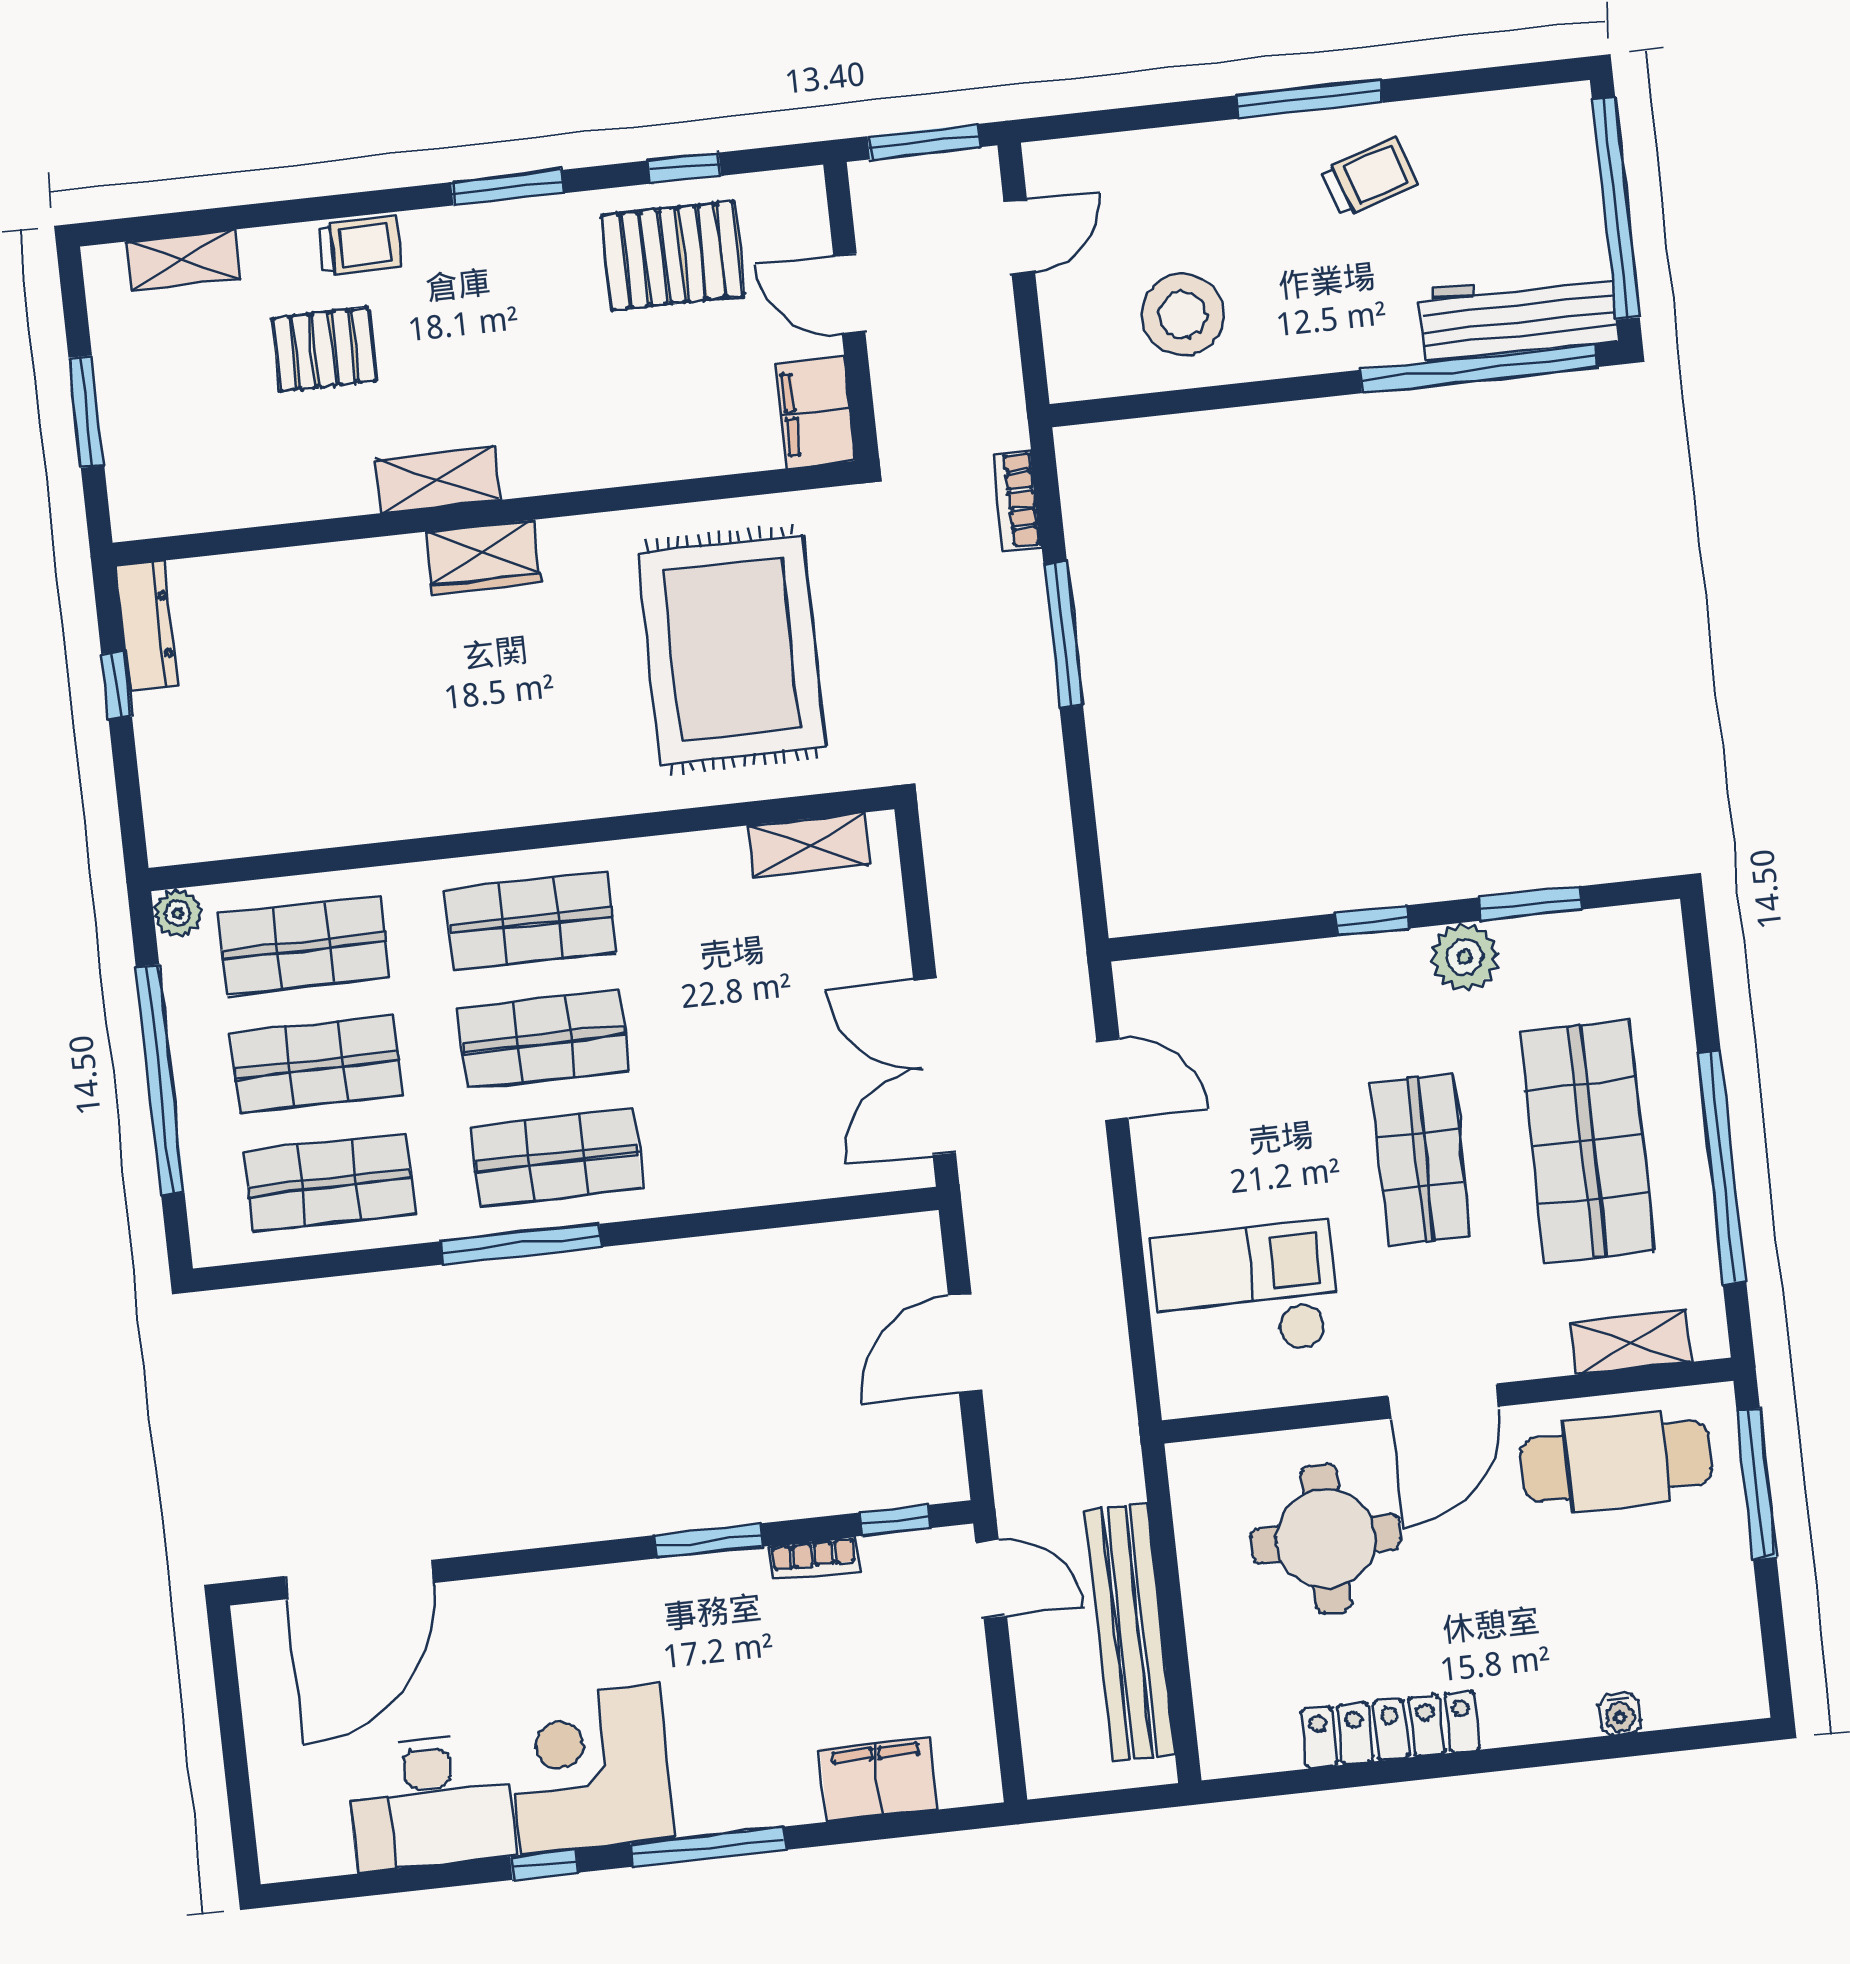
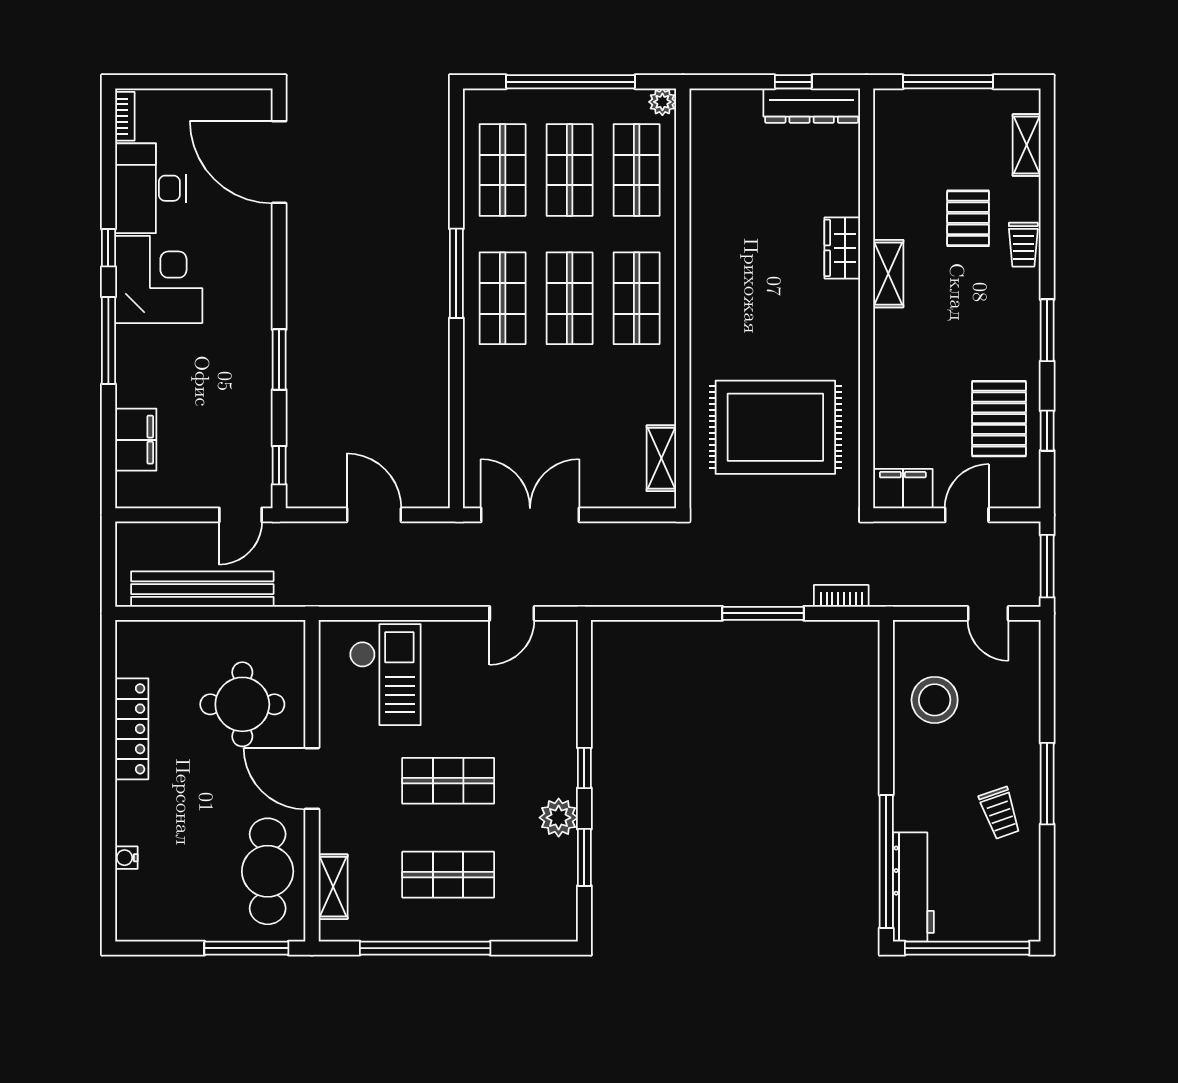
window: (86, 412) -> (948, 82), width x1.44
wardrobe: (483, 557) -> (842, 248), moved
dresser: (147, 626) -> (812, 106), width x1.37, depth x1.24
shop shelf: (1587, 1141) -> (448, 875), width x0.70, depth x0.74
bookcase: (814, 1559) -> (125, 116), moved, turned 180

